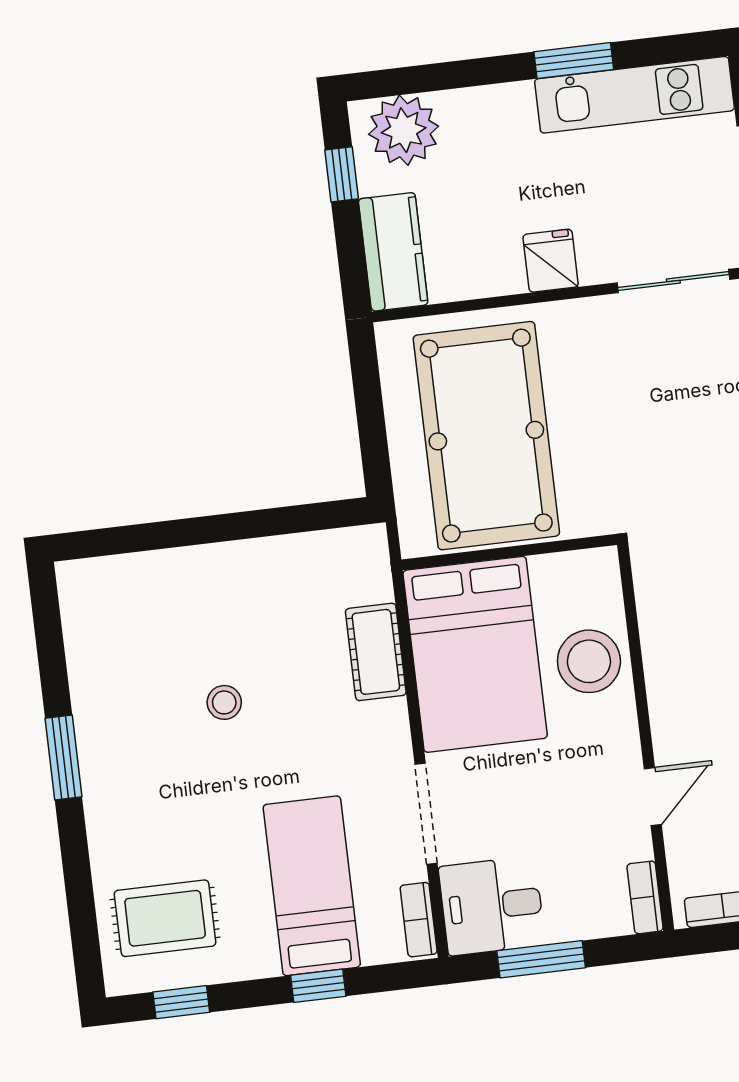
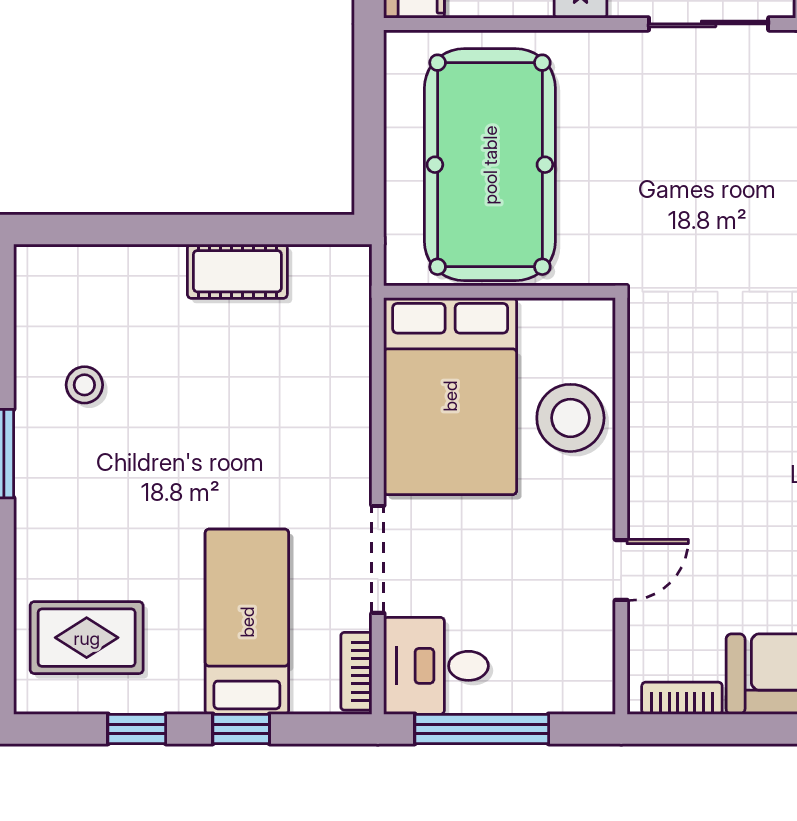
cot: (376, 652) -> (237, 271), moved, turned 90
stool: (224, 702) -> (84, 385), moved
bookcase: (645, 897) -> (600, 676), removed
window: (541, 959) -> (482, 729), width x1.44
window: (181, 1002) -> (137, 729), moved

